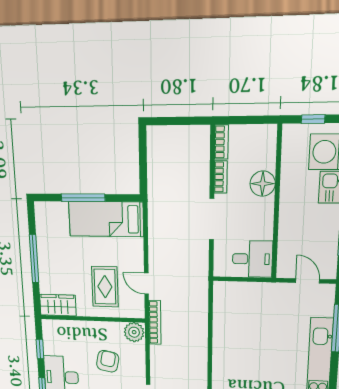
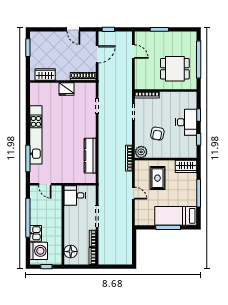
floor lamp: (263, 184) -> (71, 252), moved
bed: (106, 219) -> (176, 216), moved, turned 180
door: (146, 283) -> (133, 193), moved
kitchen counter: (223, 329) -> (90, 156), added

